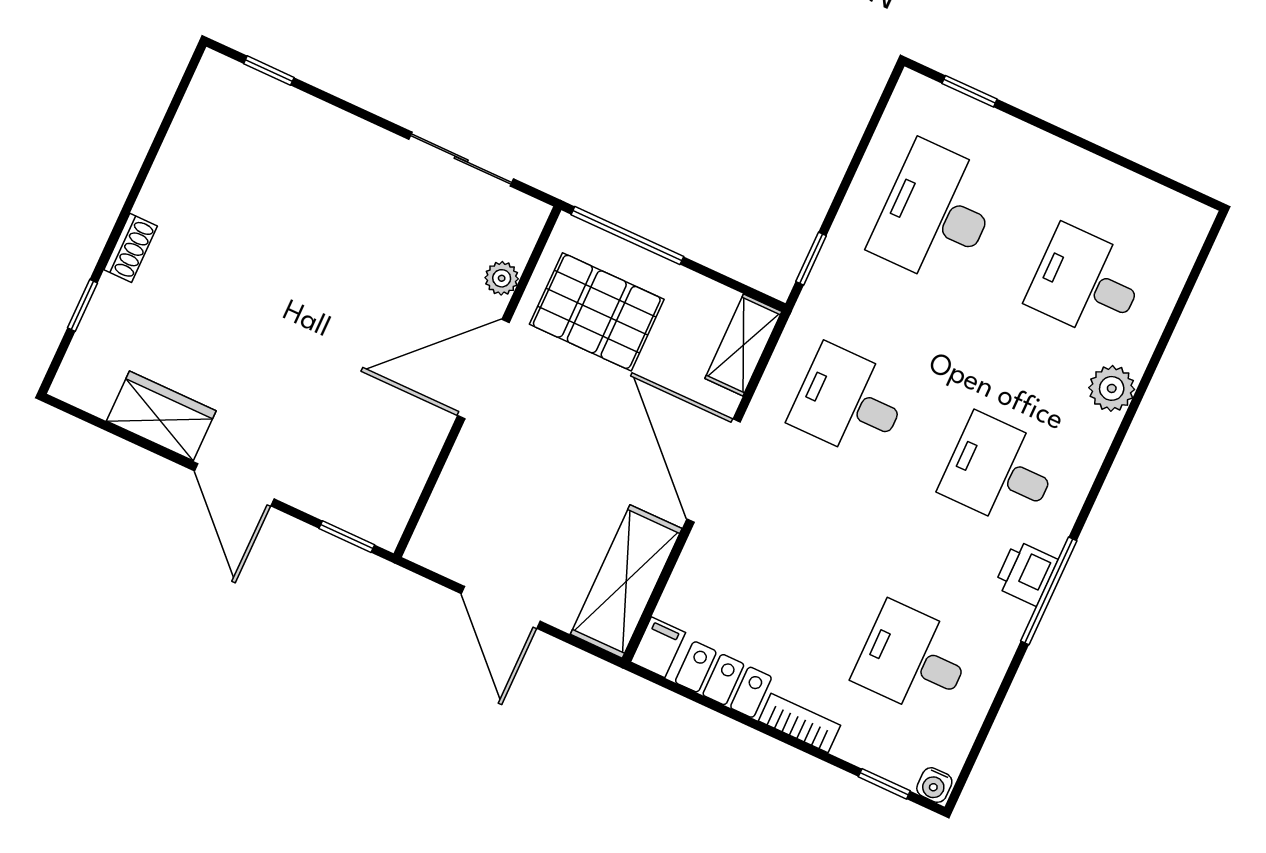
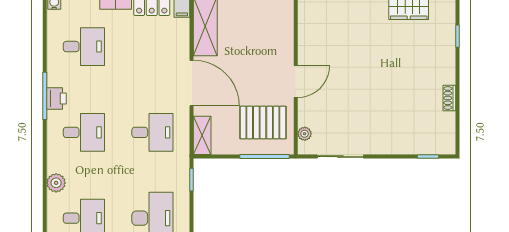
shoe rack: (131, 248) -> (449, 98), moved
plant: (502, 278) -> (305, 134), moved
door: (483, 369) -> (296, 81), width x0.73

